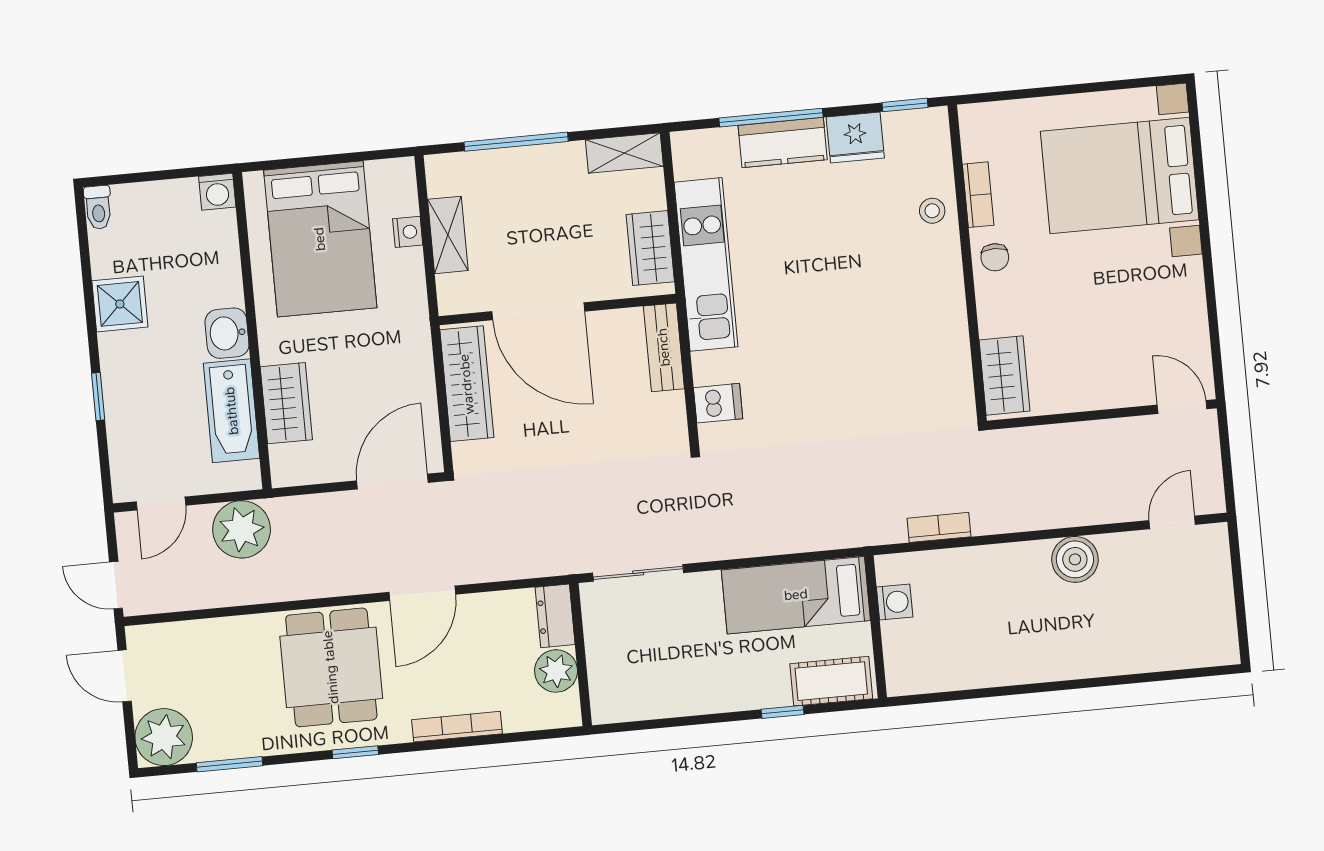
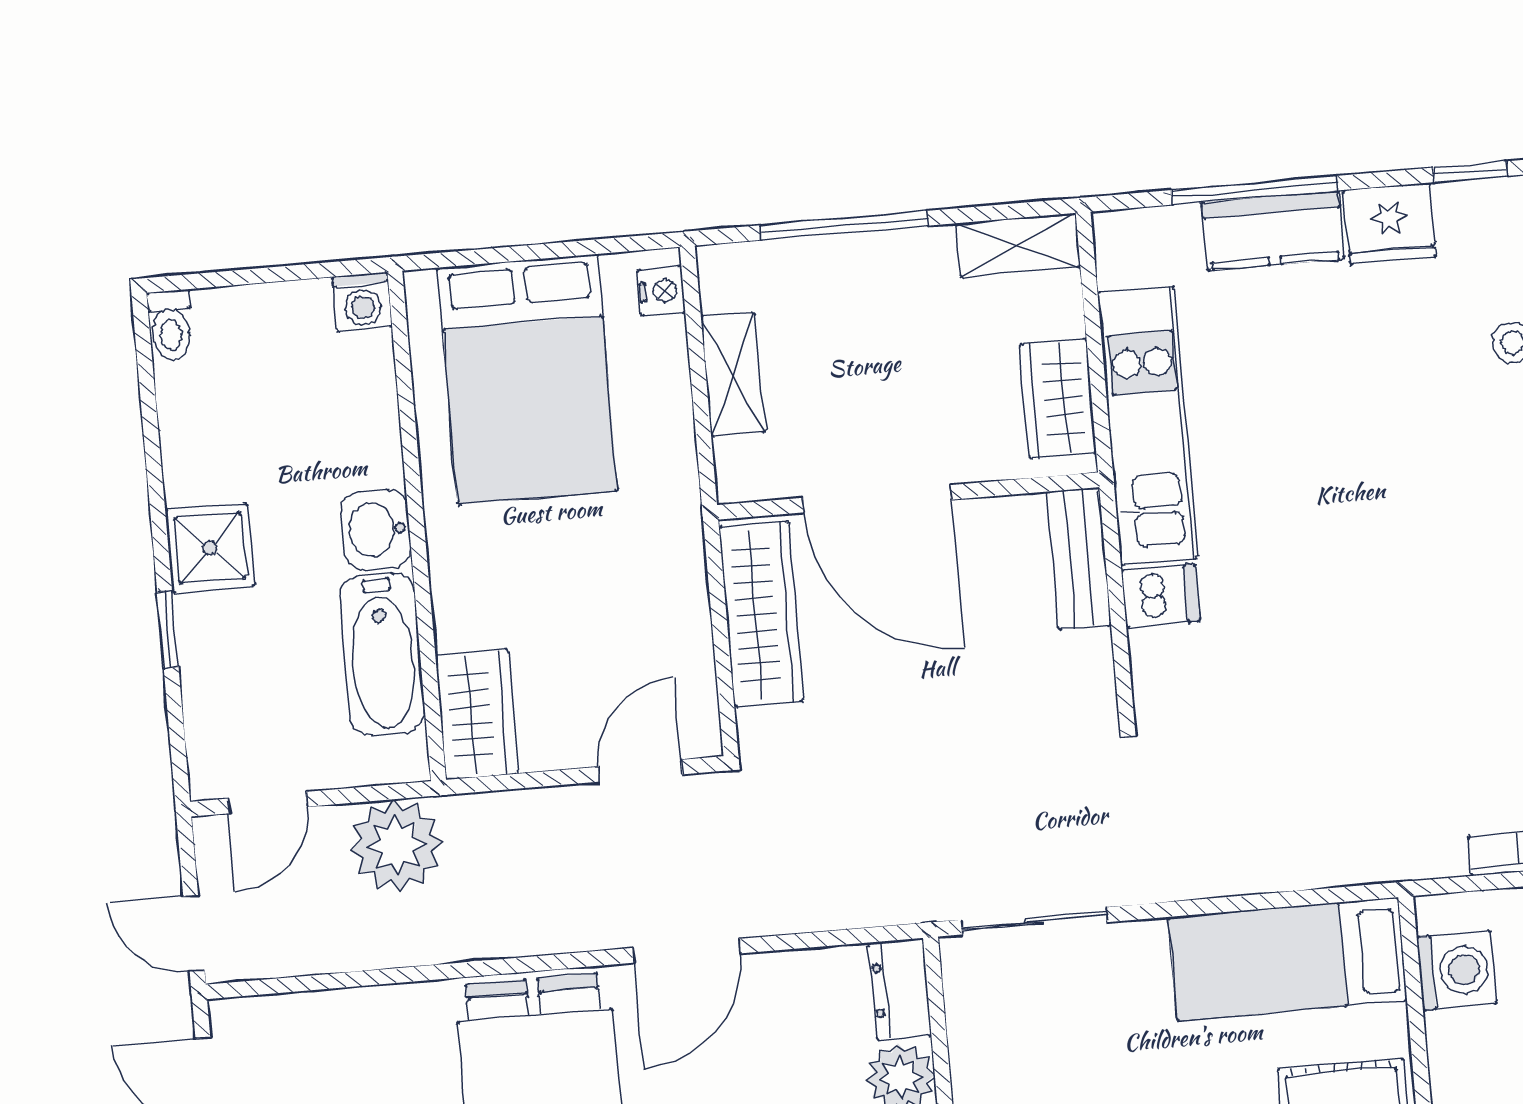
nightstand: (408, 232) -> (661, 291), moved
shower: (120, 304) -> (210, 548), moved
wardrobe: (286, 403) -> (477, 715), moved
dishwasher: (718, 403) -> (1161, 596), moved
door: (392, 482) -> (640, 771), width x0.73
washing machine: (895, 602) -> (1457, 970), width x1.38, depth x1.38

